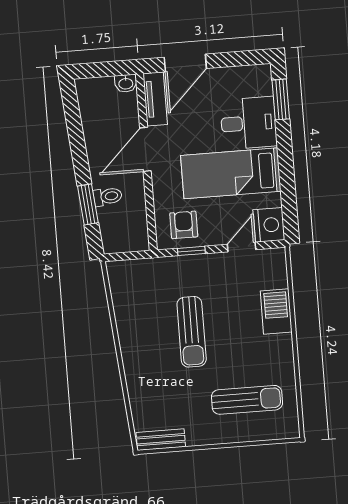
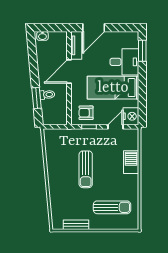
washbasin: (126, 83) -> (42, 36), moved
armchair: (184, 225) -> (86, 113), turned -90
bench: (161, 440) -> (76, 225), moved

